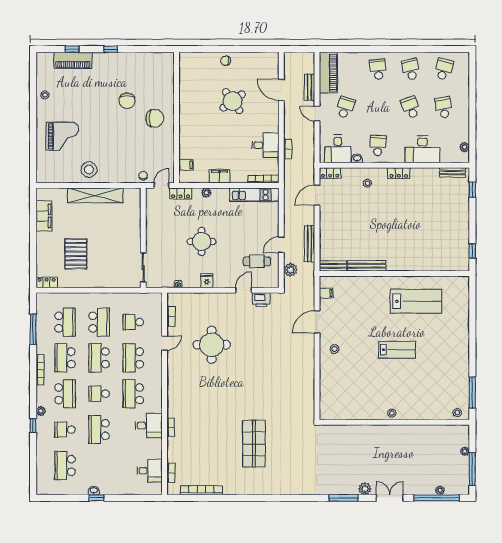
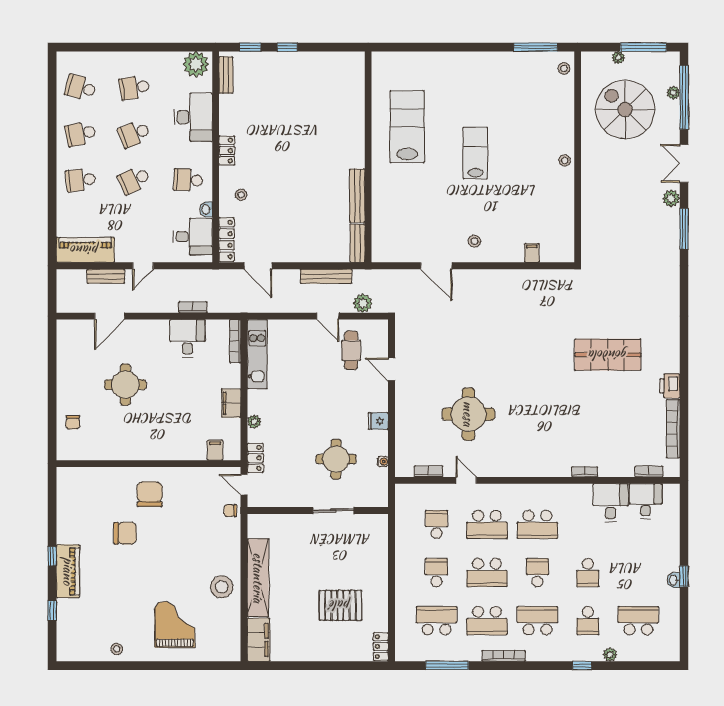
piano: (73, 60) -> (68, 571), moved
chair: (226, 61) -> (73, 422), moved
round table: (233, 101) -> (125, 385), turned 36
school desk: (345, 107) -> (134, 180), moved, turned -42
plant: (464, 147) -> (196, 64), width x1.87, depth x1.87
locker: (330, 173) -> (227, 240), width x1.53
filing cabinet: (44, 216) -> (259, 640), moved, turned 90
round table: (202, 241) -> (336, 459), moved
window: (472, 251) -> (287, 47), moved
sliding door: (143, 267) -> (333, 511), moved
filing cabinet: (326, 293) -> (532, 253), moved
printer: (261, 300) -> (670, 386), moved, turned 180
school desk: (99, 322) -> (436, 573), width x0.54
school desk: (133, 322) -> (436, 524), turned 180
school desk: (99, 394) -> (537, 573), turned 180
plant: (41, 411) -> (610, 655), moved
desk: (149, 425) -> (610, 503), moved
school desk: (99, 430) -> (588, 573), width x0.54
spiral stairs: (428, 456) -> (625, 109), added
school desk: (65, 465) -> (638, 621), turned 180

